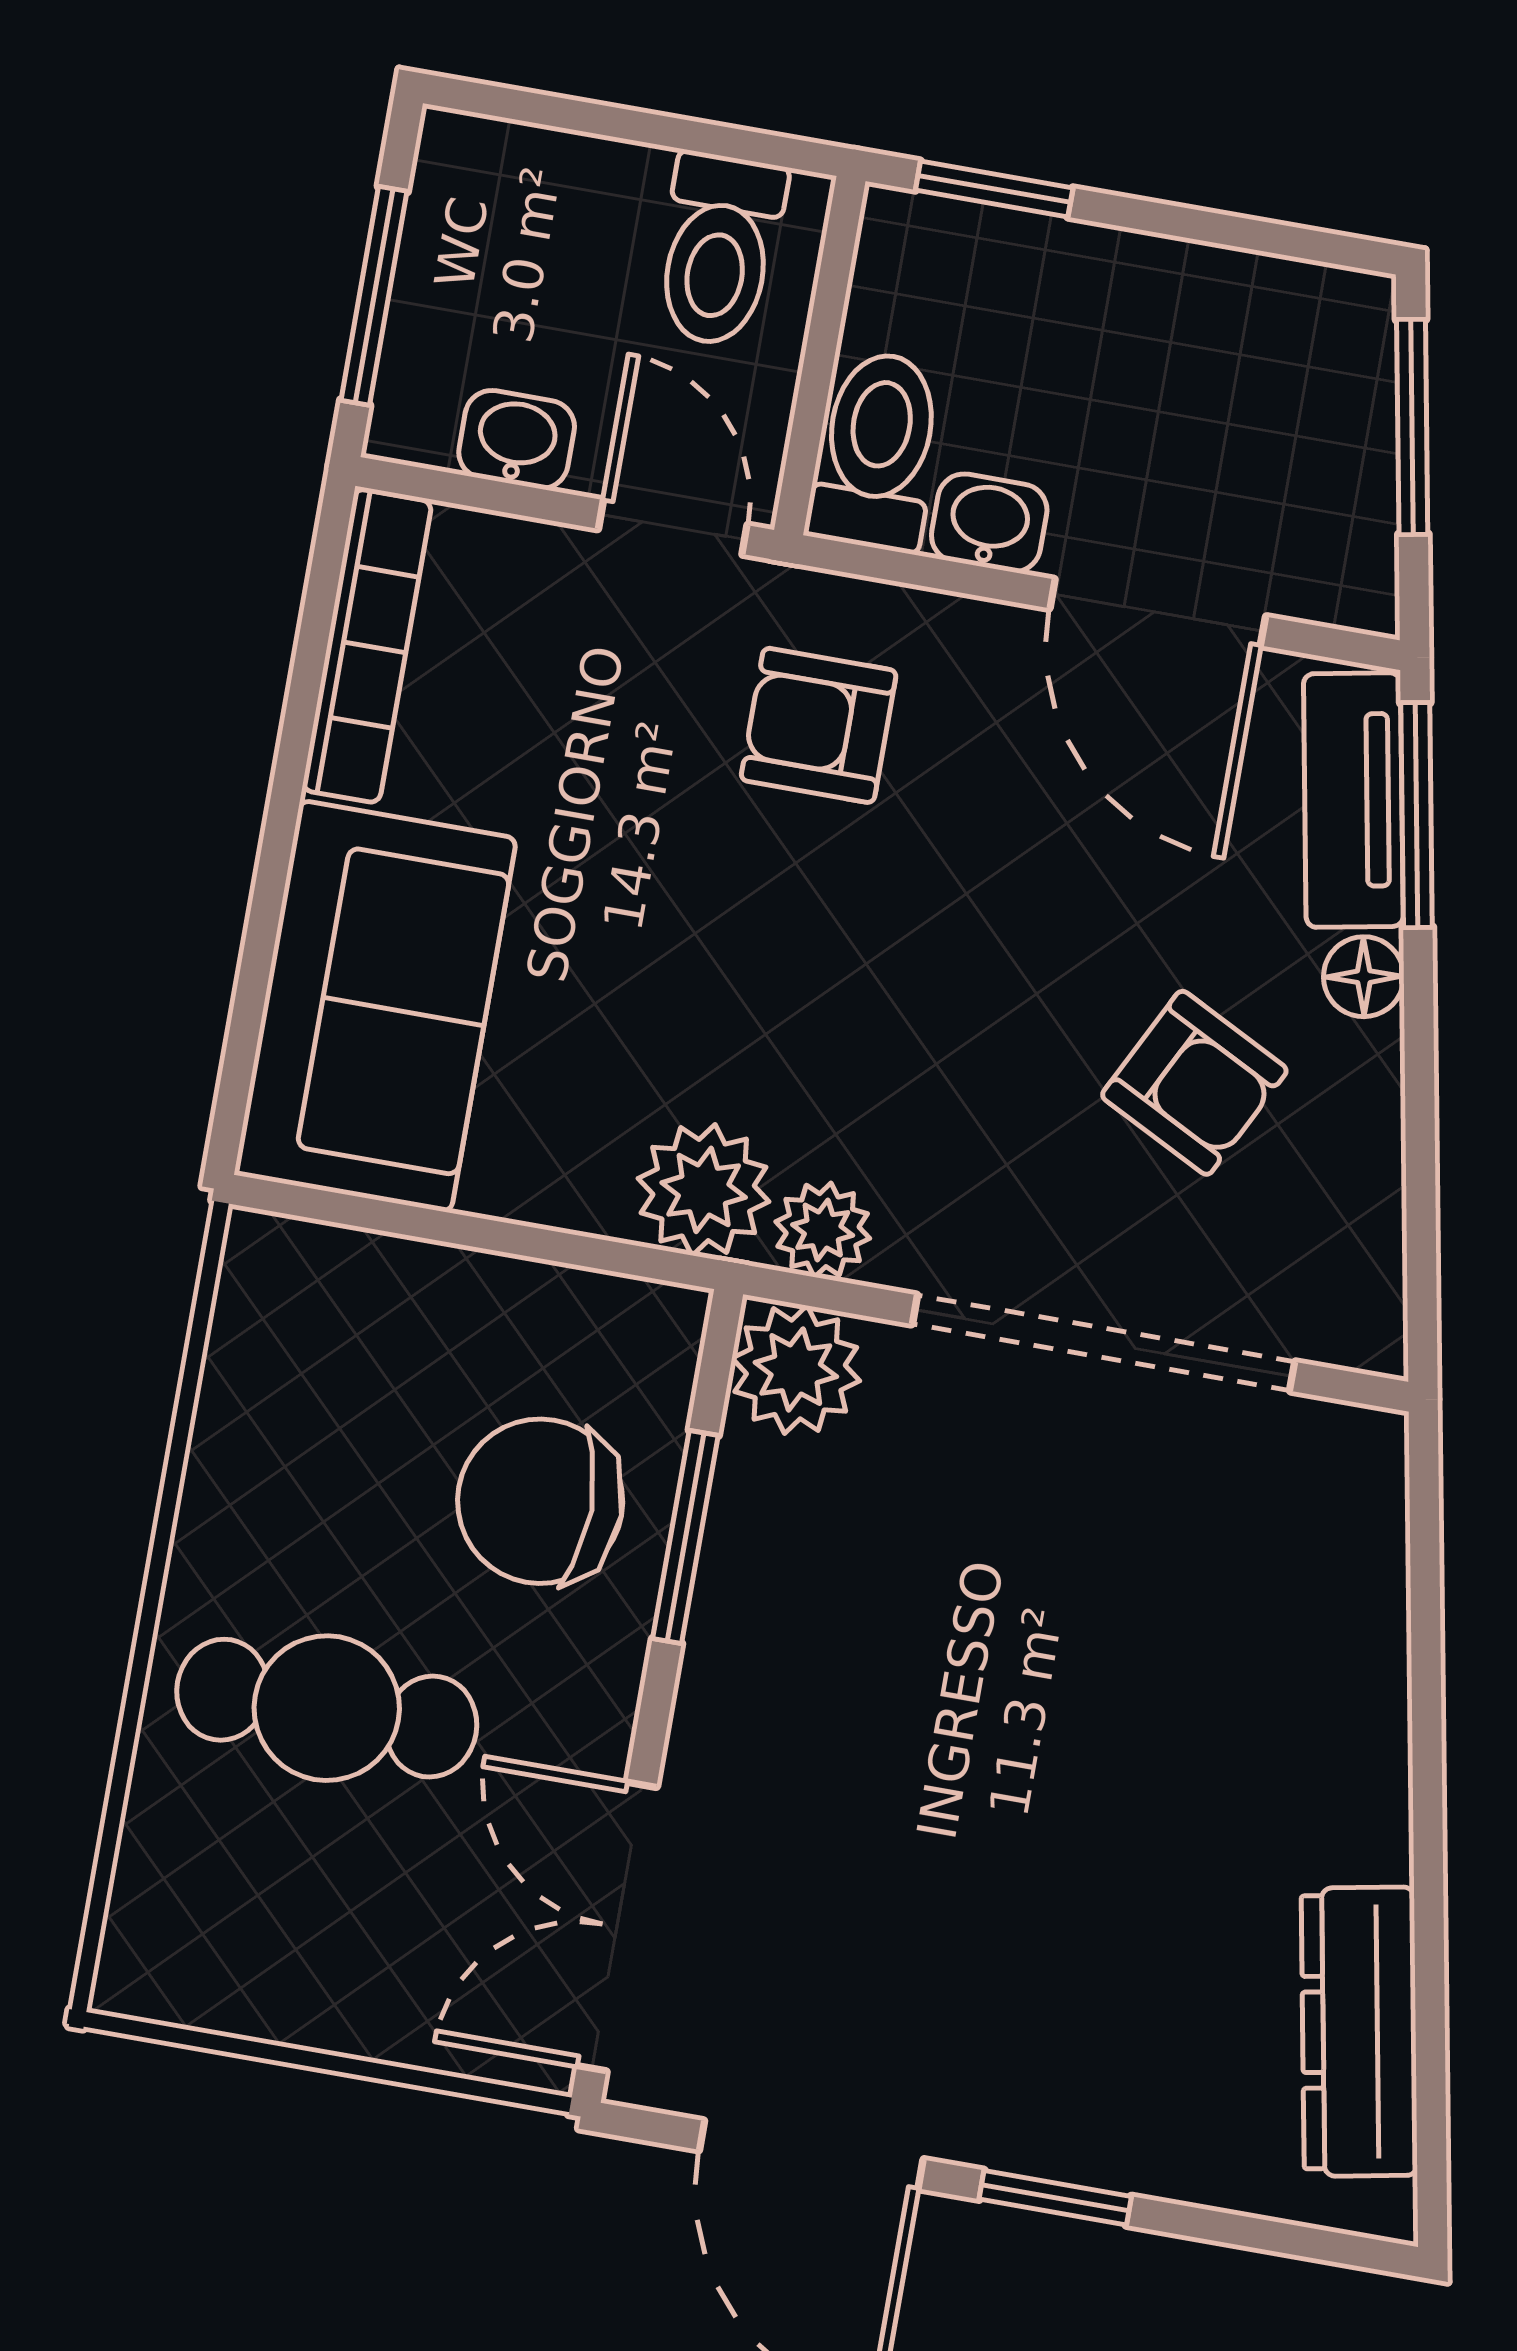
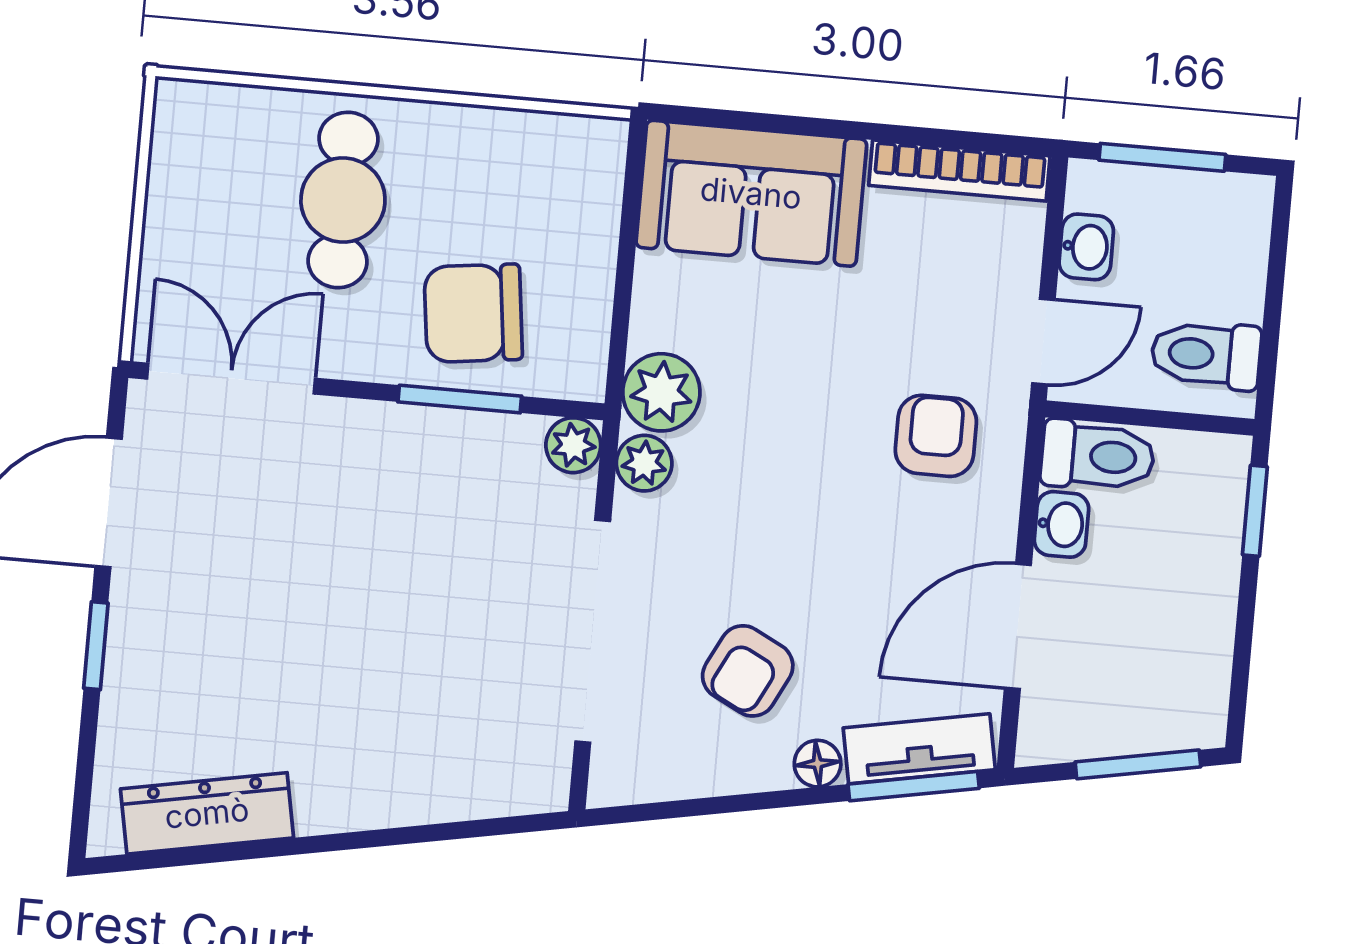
plant: (796, 1370) -> (573, 445), width x0.73, depth x0.73
chair: (540, 1501) -> (473, 313), turned -97

